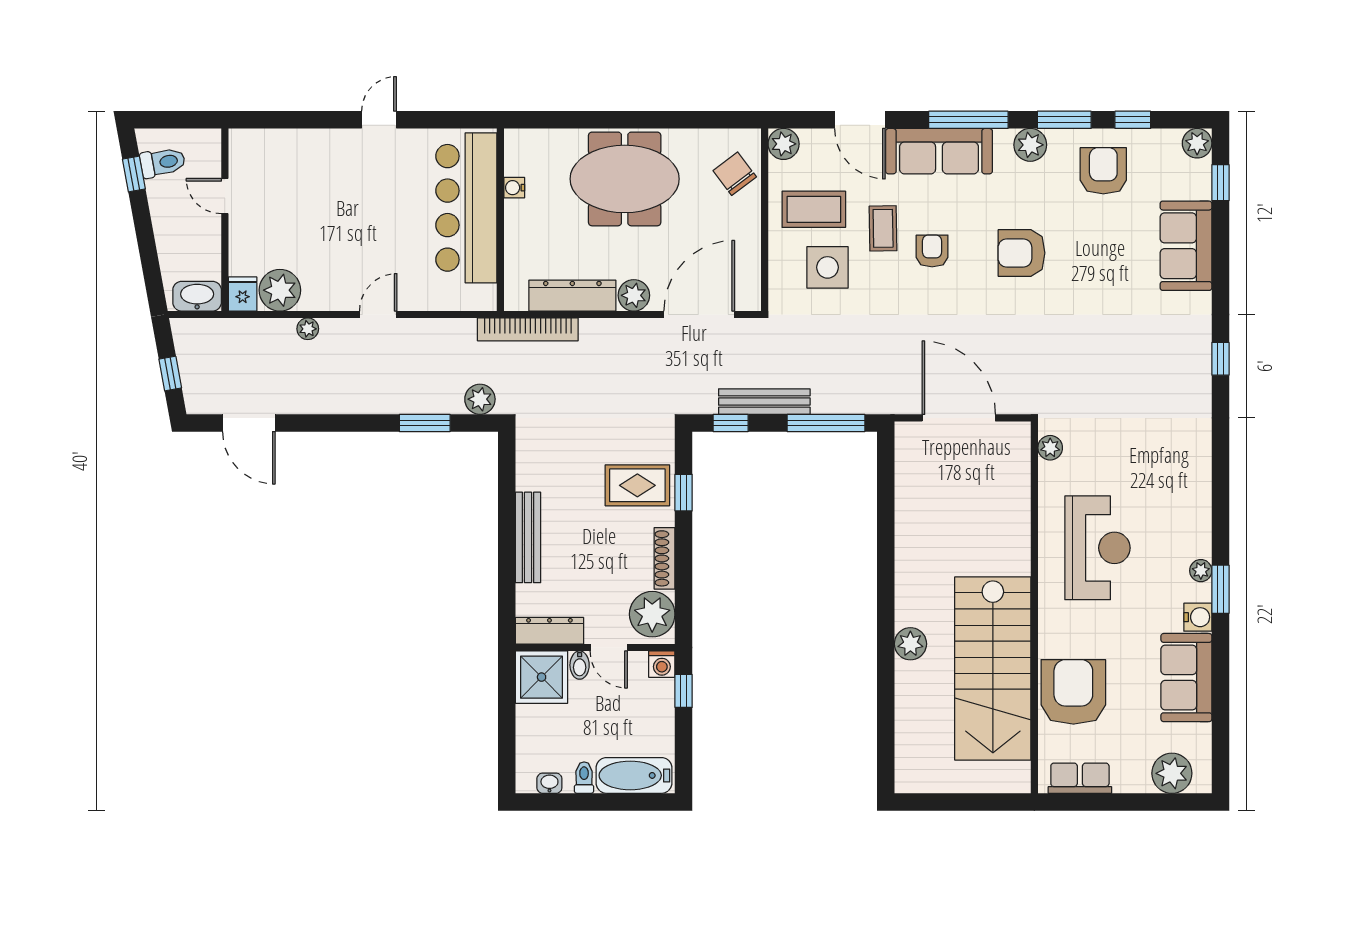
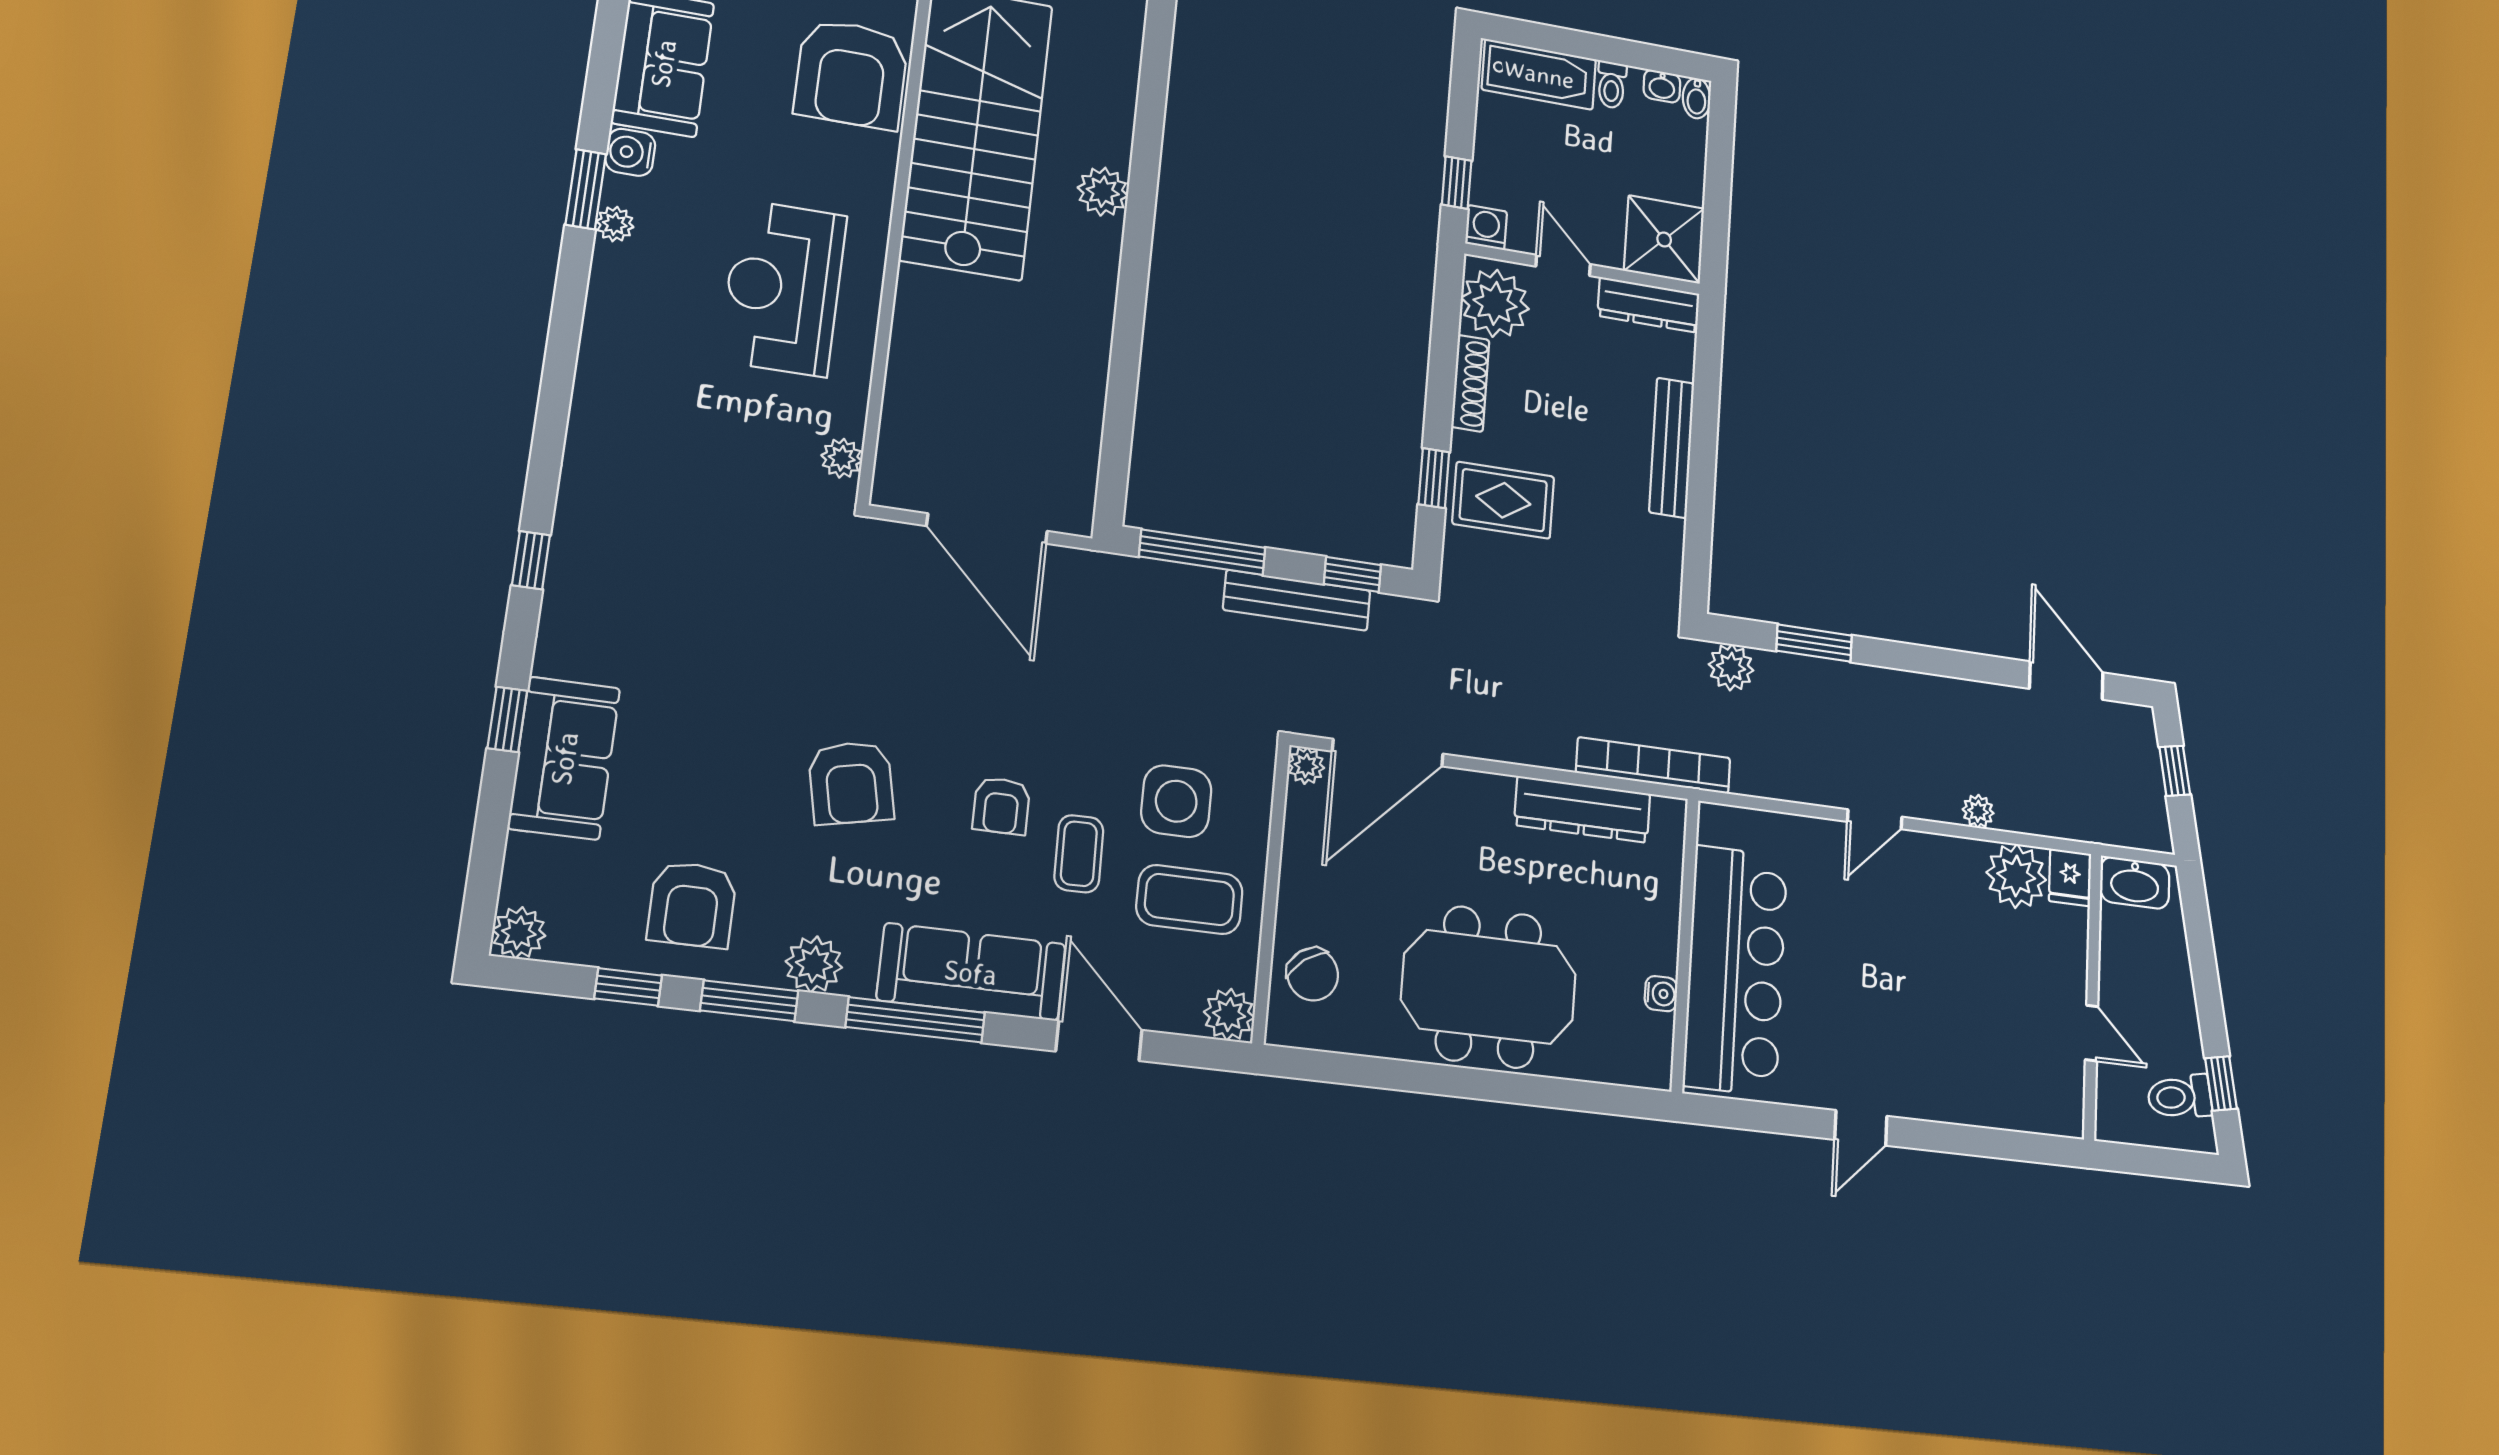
window: (1220, 183) -> (507, 719), moved
armchair: (1021, 253) -> (851, 783), turned 78
plant: (634, 295) -> (1306, 766), moved, width x0.73, depth x0.73
bidet: (580, 665) -> (1697, 98), moved, turned 180

